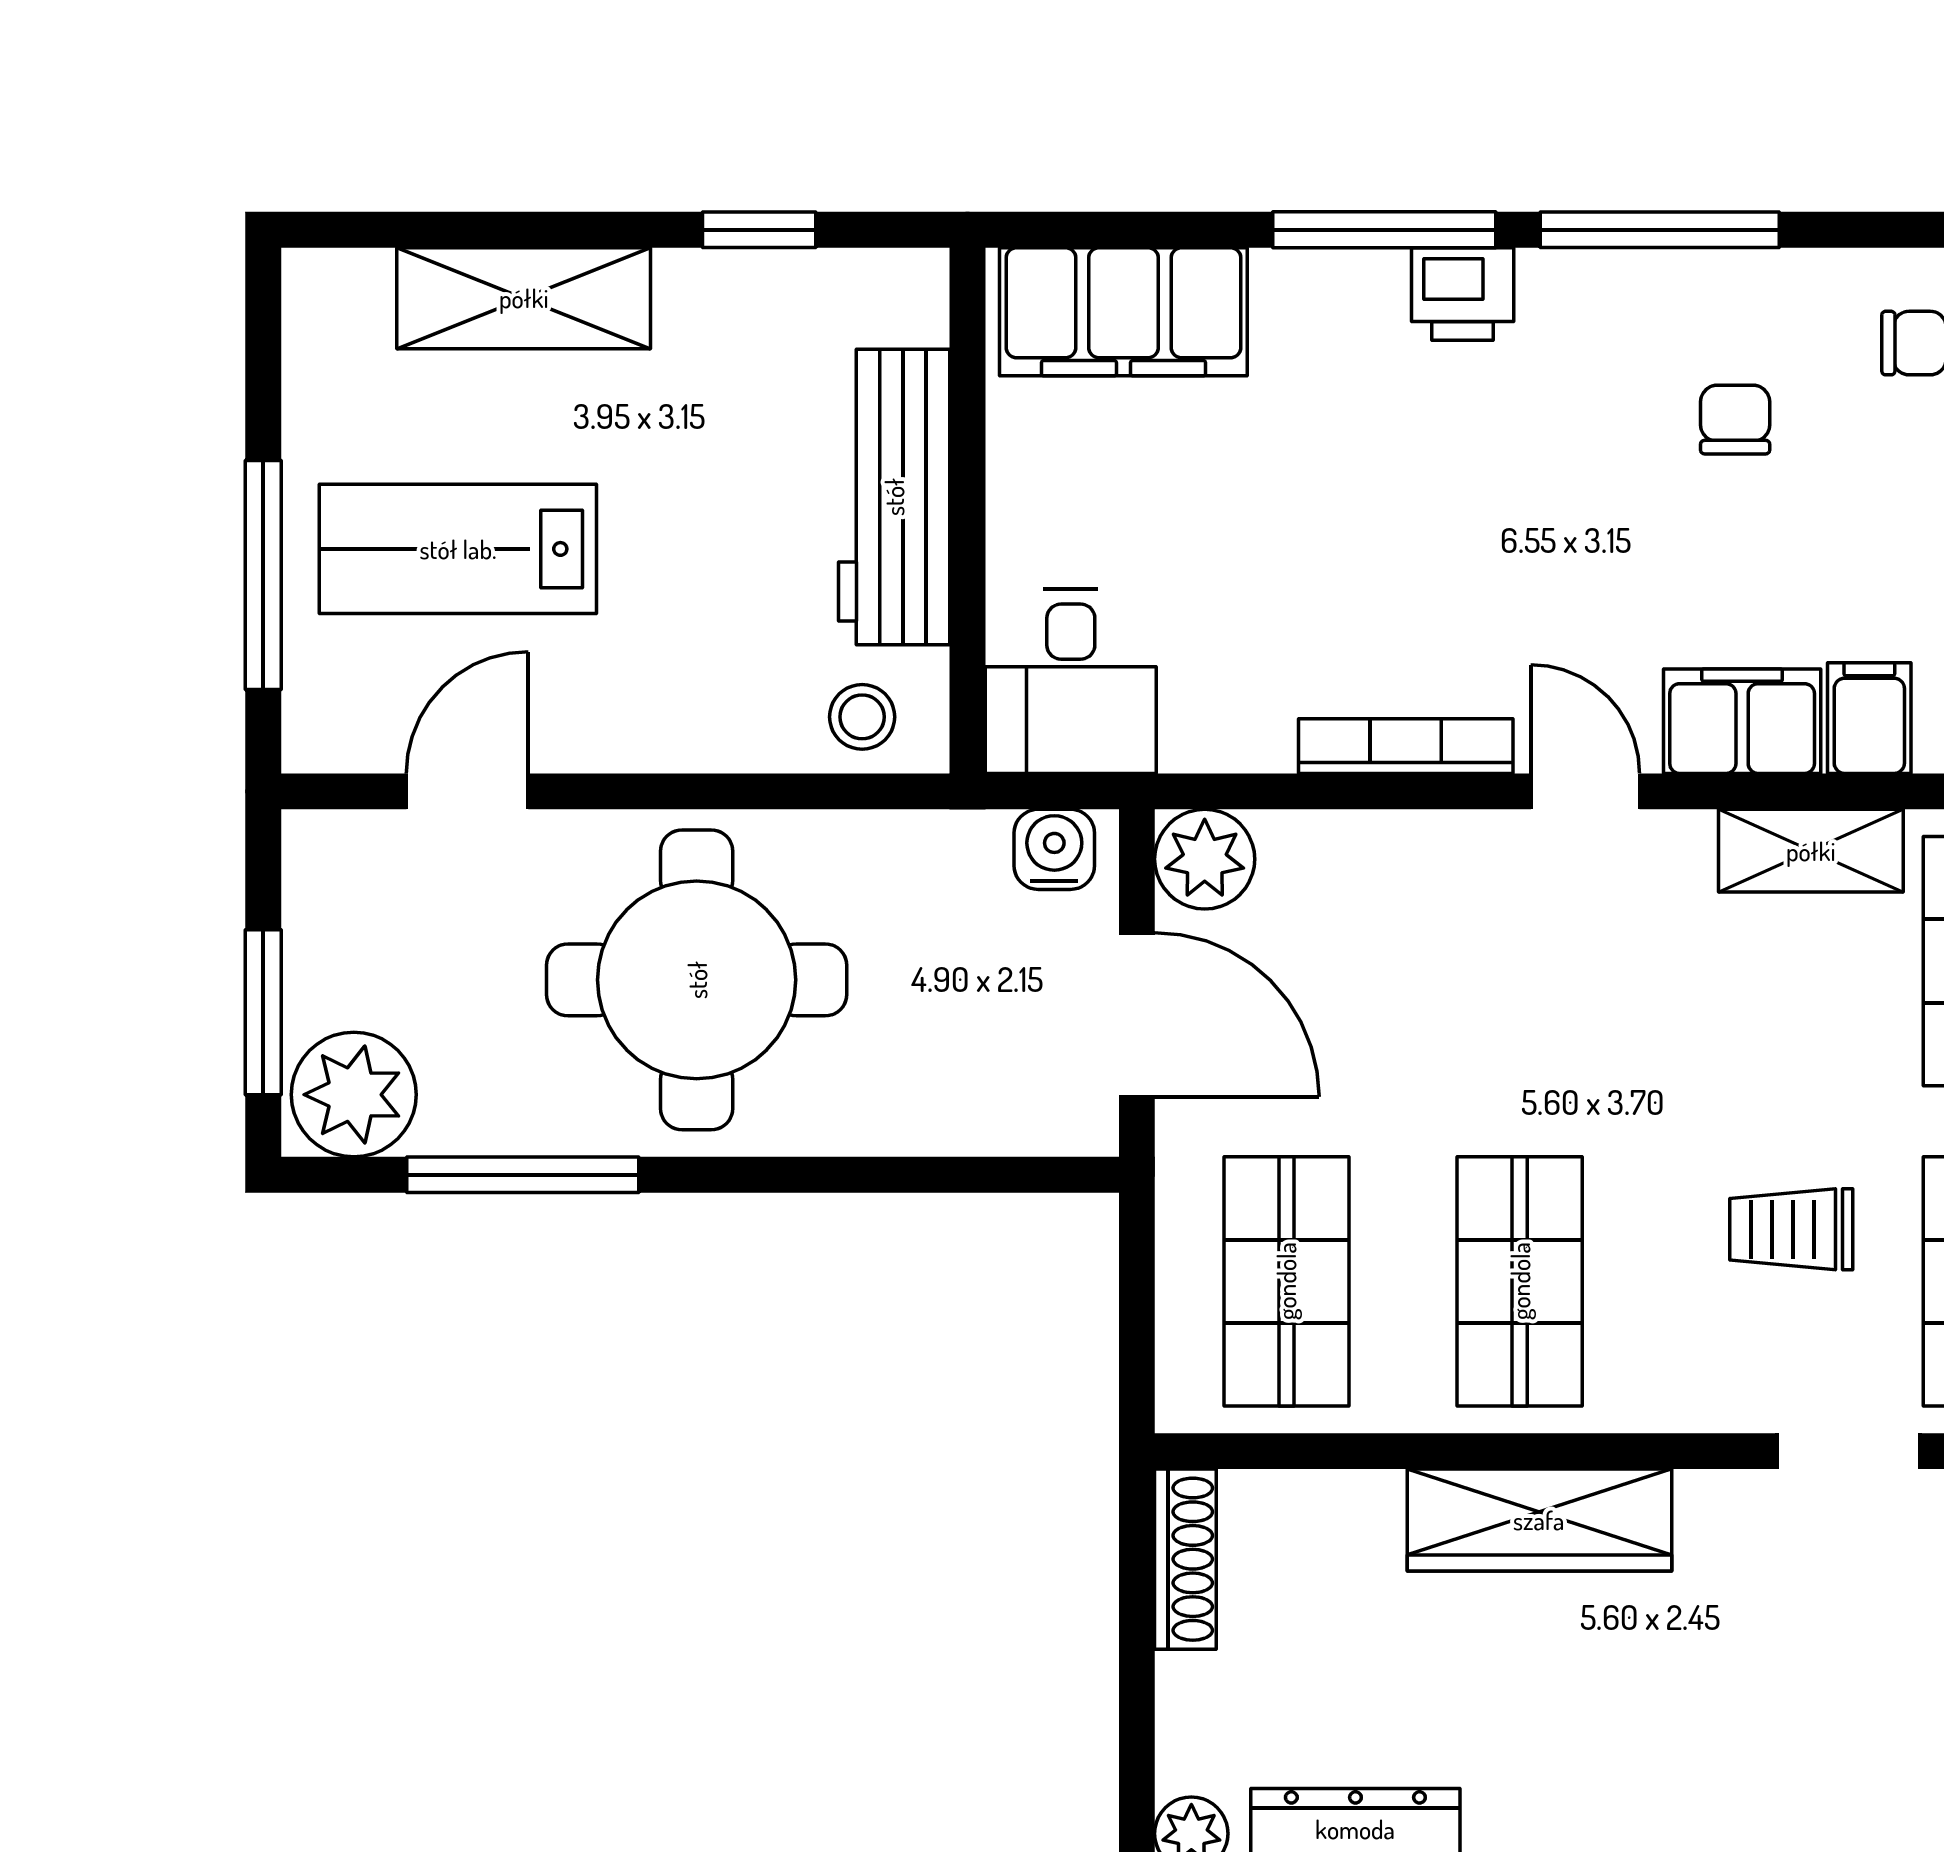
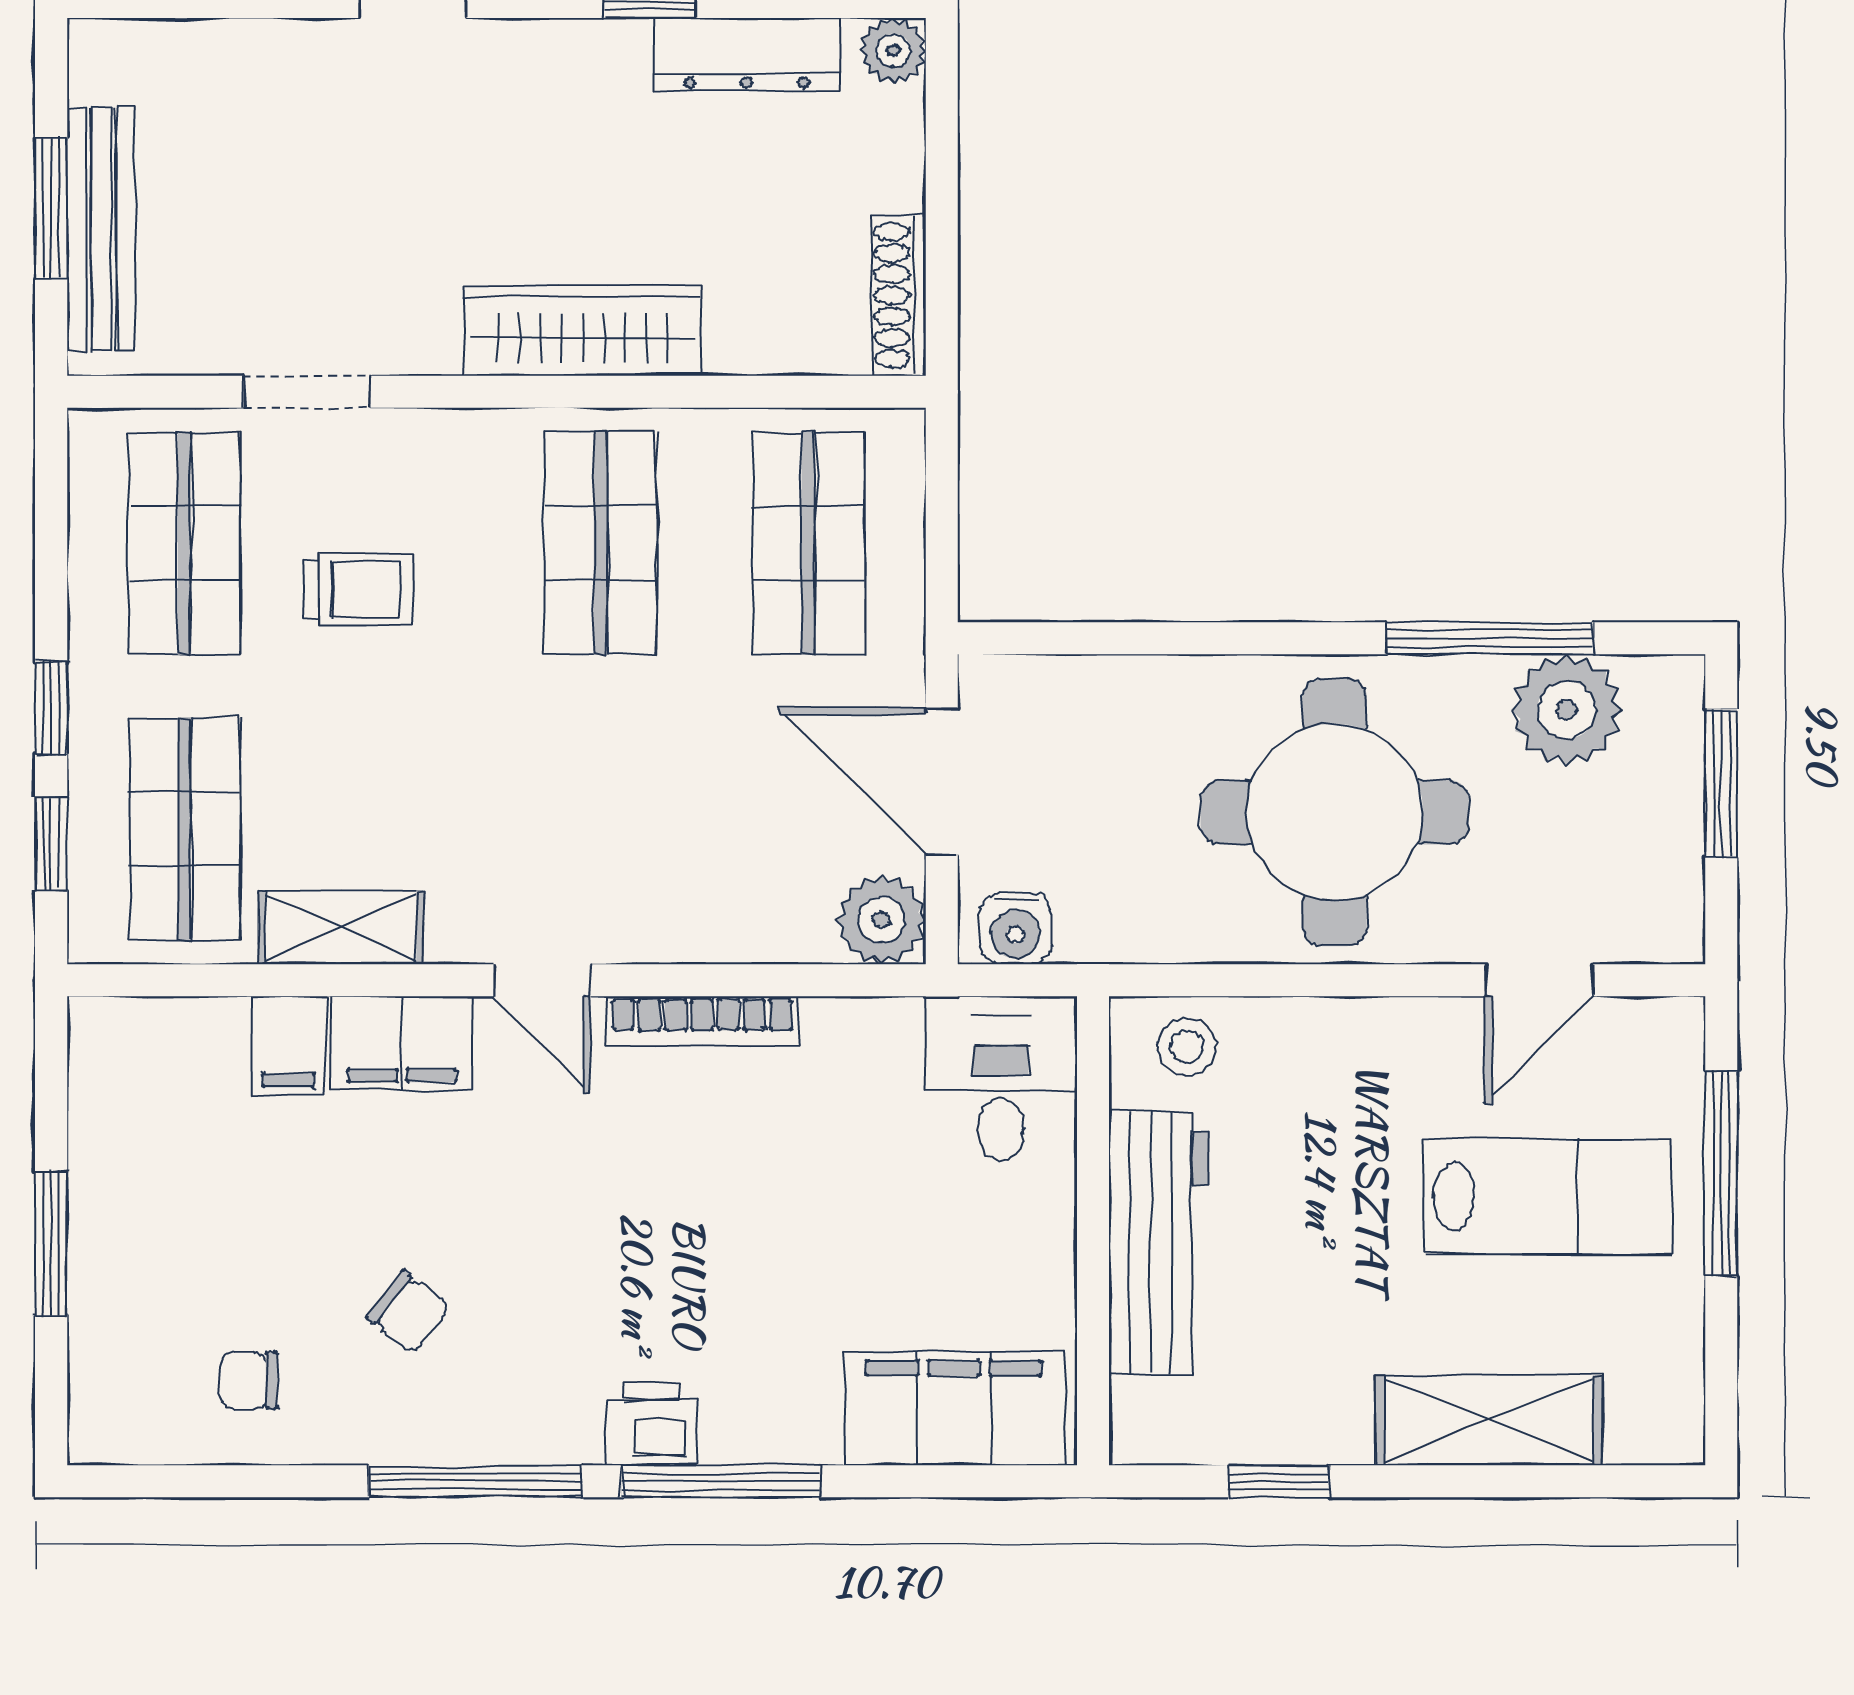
chair: (1735, 420) -> (408, 1312), turned -52
plant: (354, 1095) -> (1566, 710), moved

